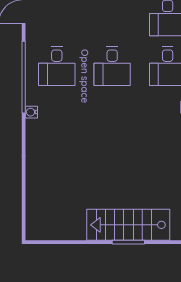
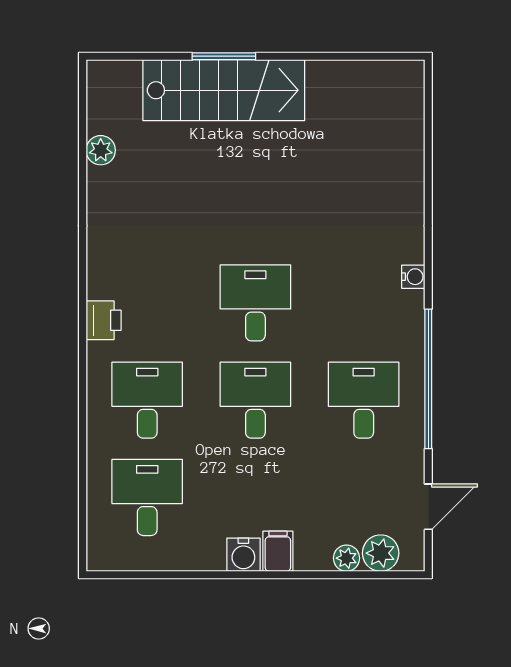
water cooler: (31, 112) -> (413, 277), moved
desk: (112, 116) -> (255, 303), added

